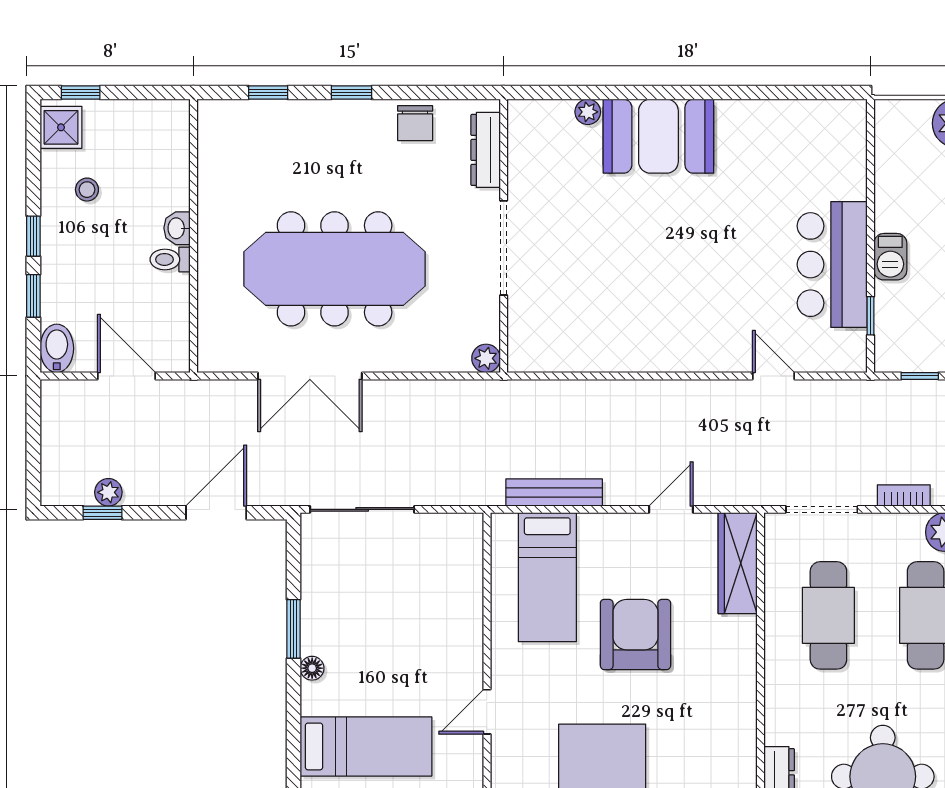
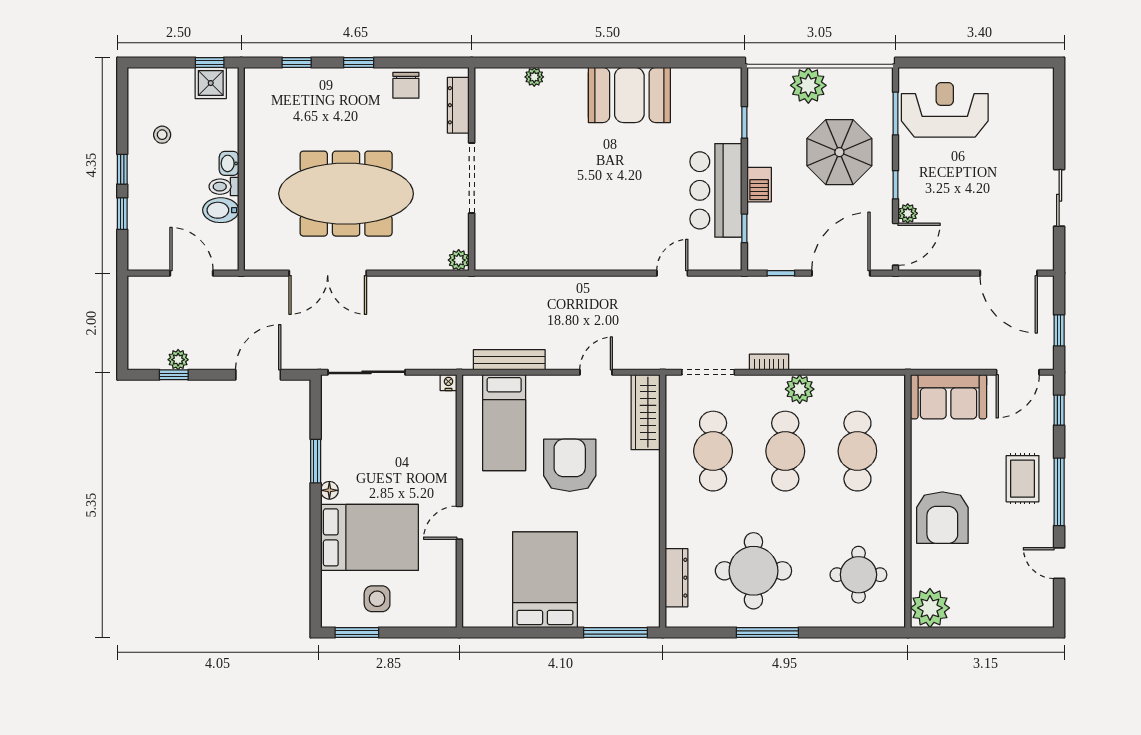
window: (81, 92) -> (210, 62), moved
shower: (61, 127) -> (211, 83), moved
booth: (658, 136) -> (629, 95), moved
window: (871, 173) -> (744, 122), added
bidet: (57, 348) -> (221, 210), moved, turned -90
door: (774, 376) -> (672, 273), hinge flipped
nightstand: (472, 523) -> (448, 383), added
bed: (366, 746) -> (369, 537), width x1.50

